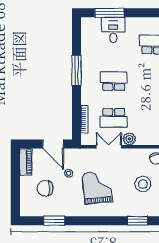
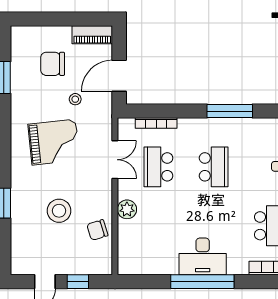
plant: (129, 139) -> (127, 209), moved
chair: (45, 188) -> (53, 64), turned -90

